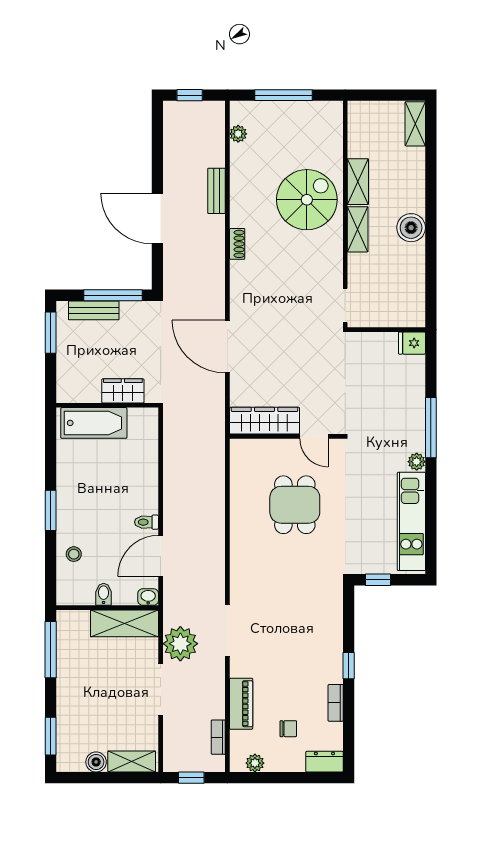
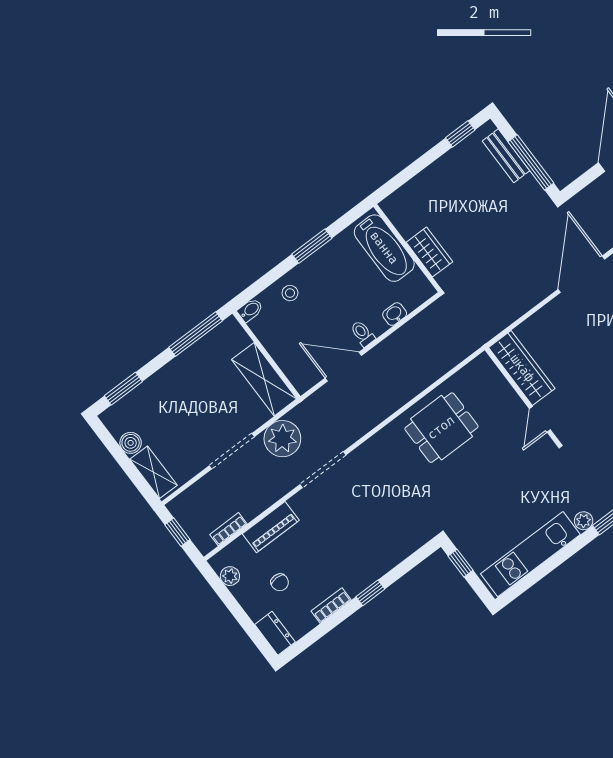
window: (51, 333) -> (460, 134), width x0.67
door: (227, 346) -> (581, 274), moved
wardrobe: (123, 391) -> (429, 252), moved
wall: (107, 405) -> (408, 248), moved
bathtub: (94, 423) -> (384, 248), moved
dining table: (295, 505) -> (441, 428), moved
bidet: (104, 594) -> (250, 310), moved
washbasin: (148, 597) -> (395, 314), moved, turned -90

